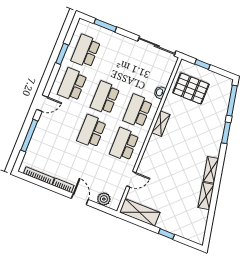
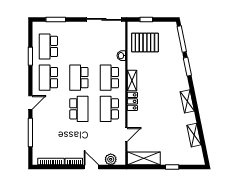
school desk: (91, 131) -> (79, 109), turned 180
locker: (152, 146) -> (132, 101), added
shelving: (206, 196) -> (194, 135), moved

